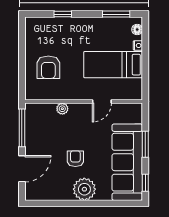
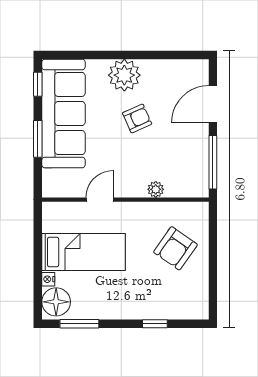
floor lamp: (137, 29) -> (56, 302), width x1.89, depth x1.89
armchair: (48, 67) -> (175, 248), turned -145
armchair: (75, 159) -> (137, 118), turned -114

